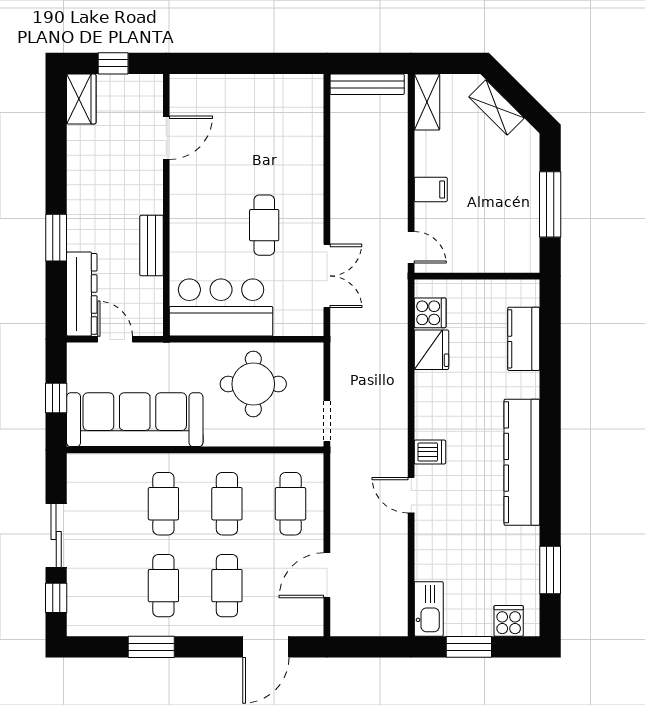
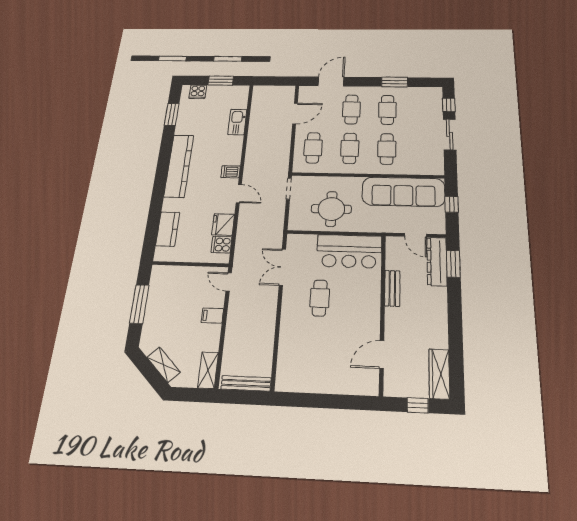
wardrobe: (81, 99) -> (439, 374), width x1.50
window: (56, 238) -> (453, 264), moved
door: (411, 495) -> (239, 194), moved
kitchen sink: (429, 609) -> (237, 122), moved

